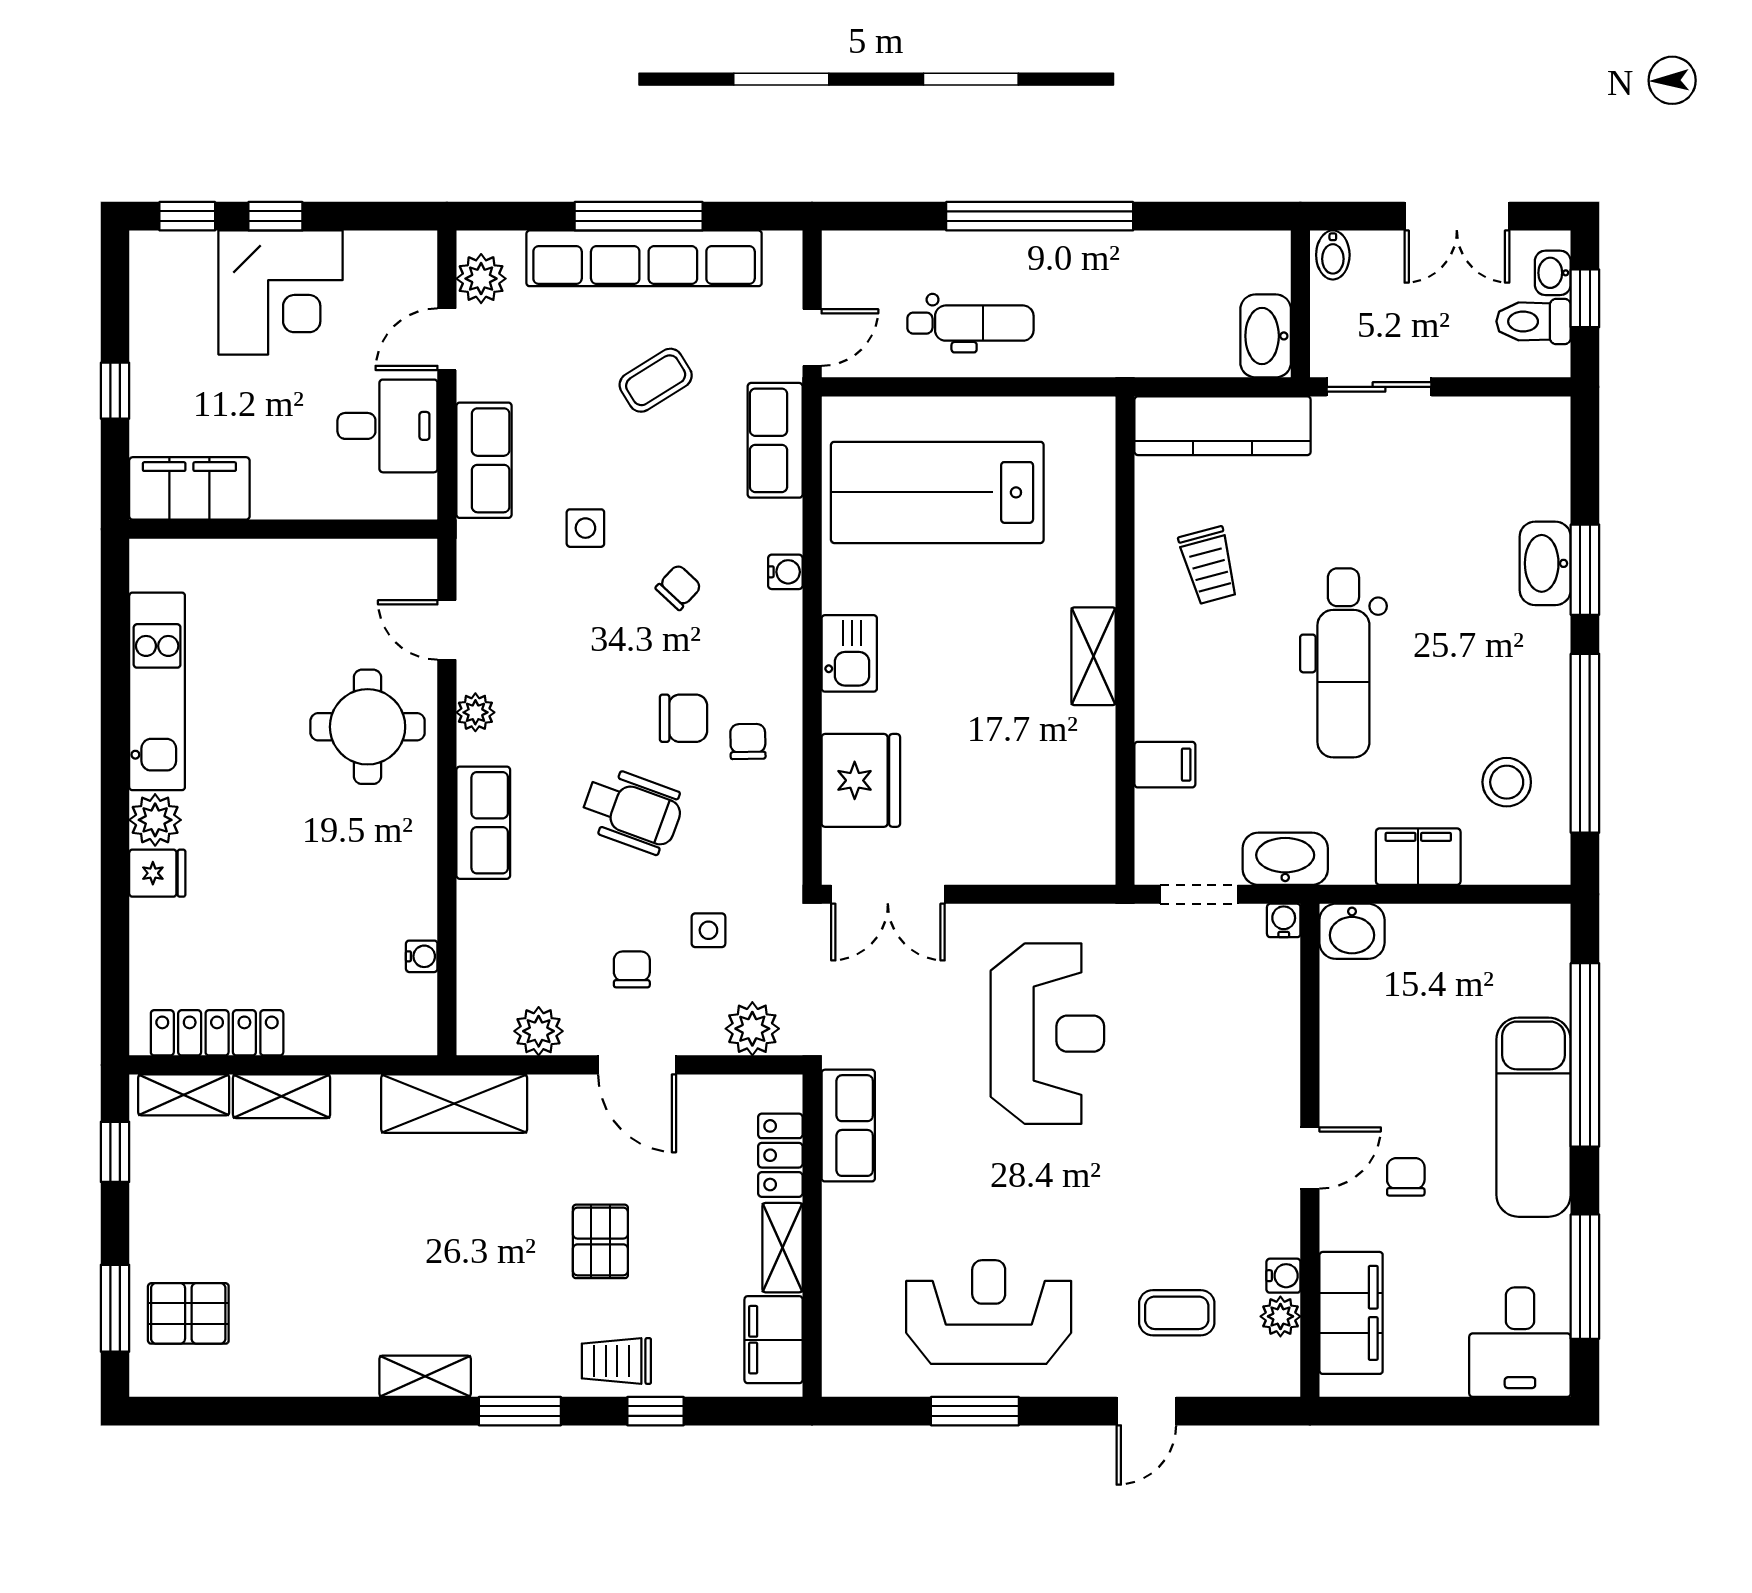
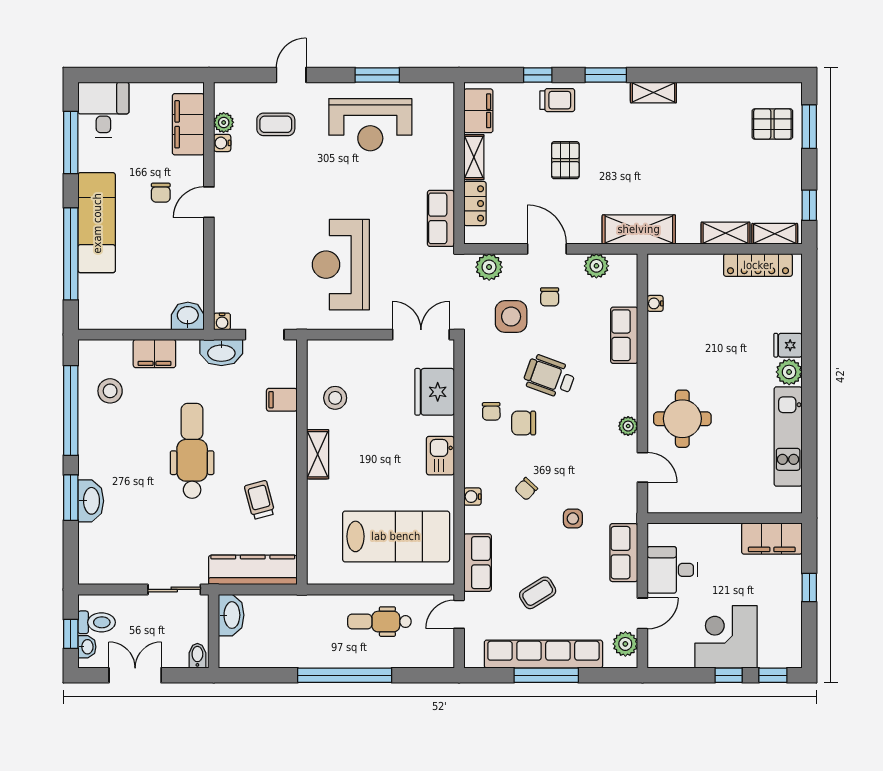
stool: (1059, 768) -> (335, 398), added
row of seats: (483, 823) -> (624, 335), moved
side table: (708, 930) -> (511, 317), width x1.87, depth x1.87

